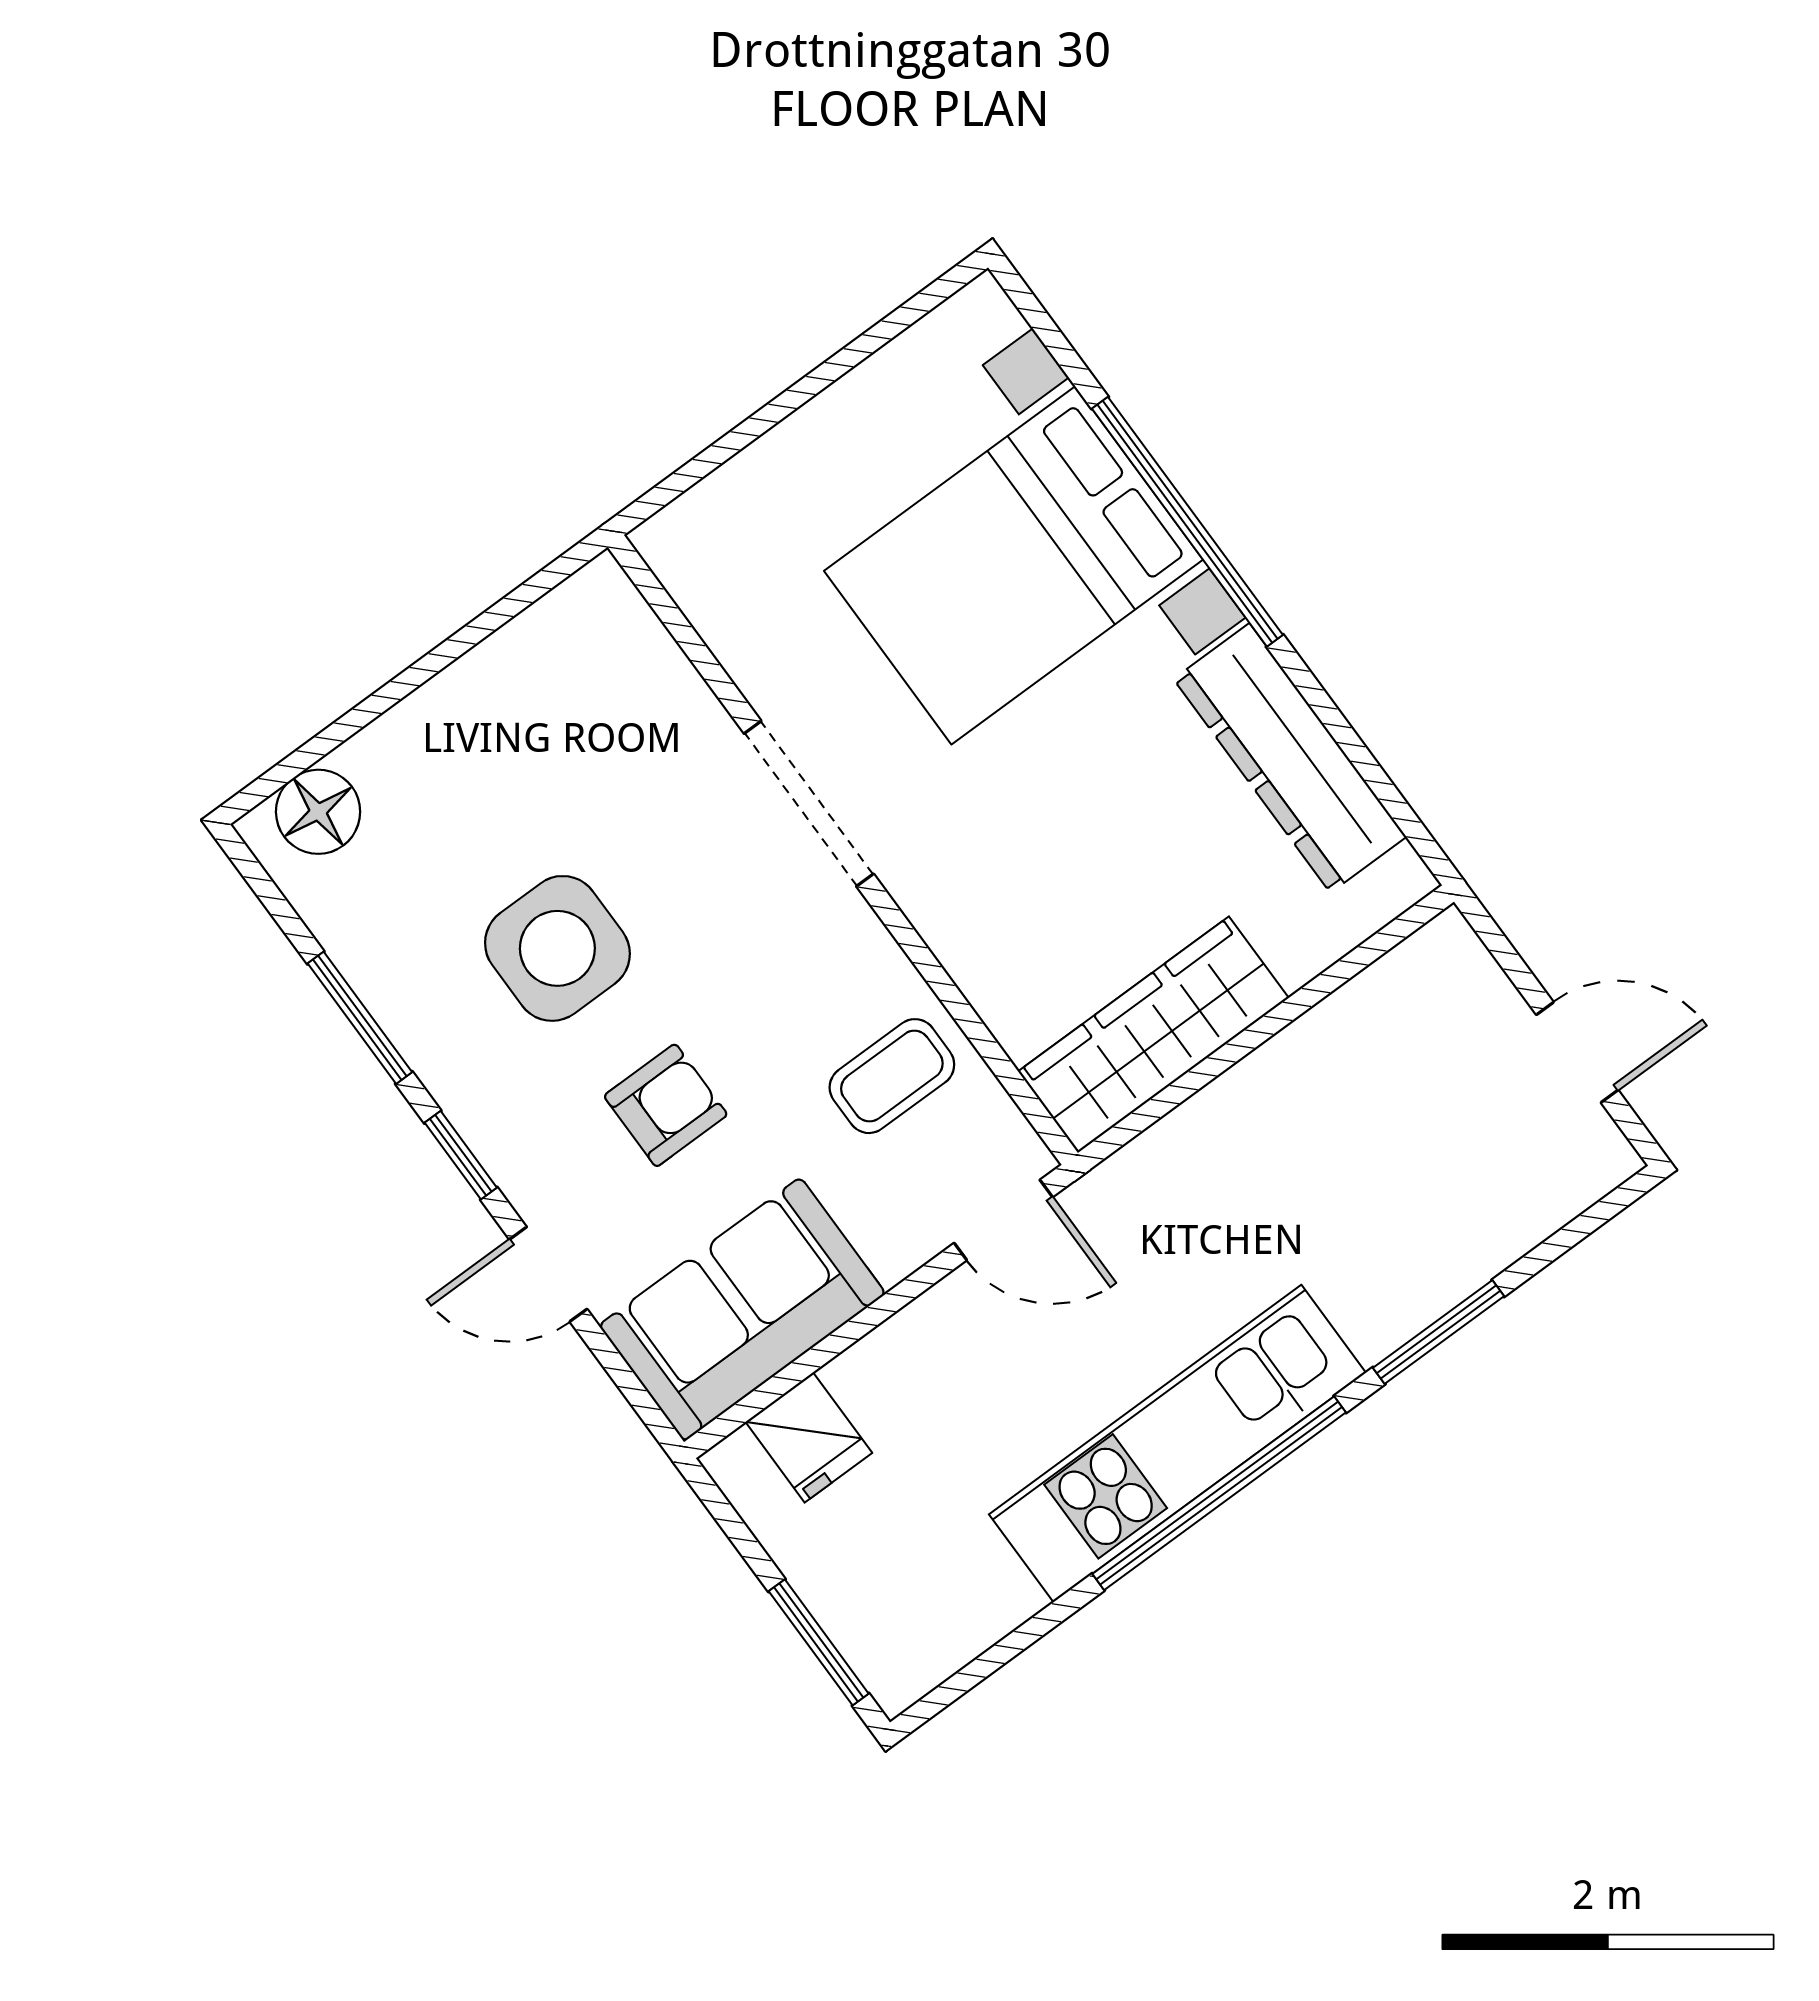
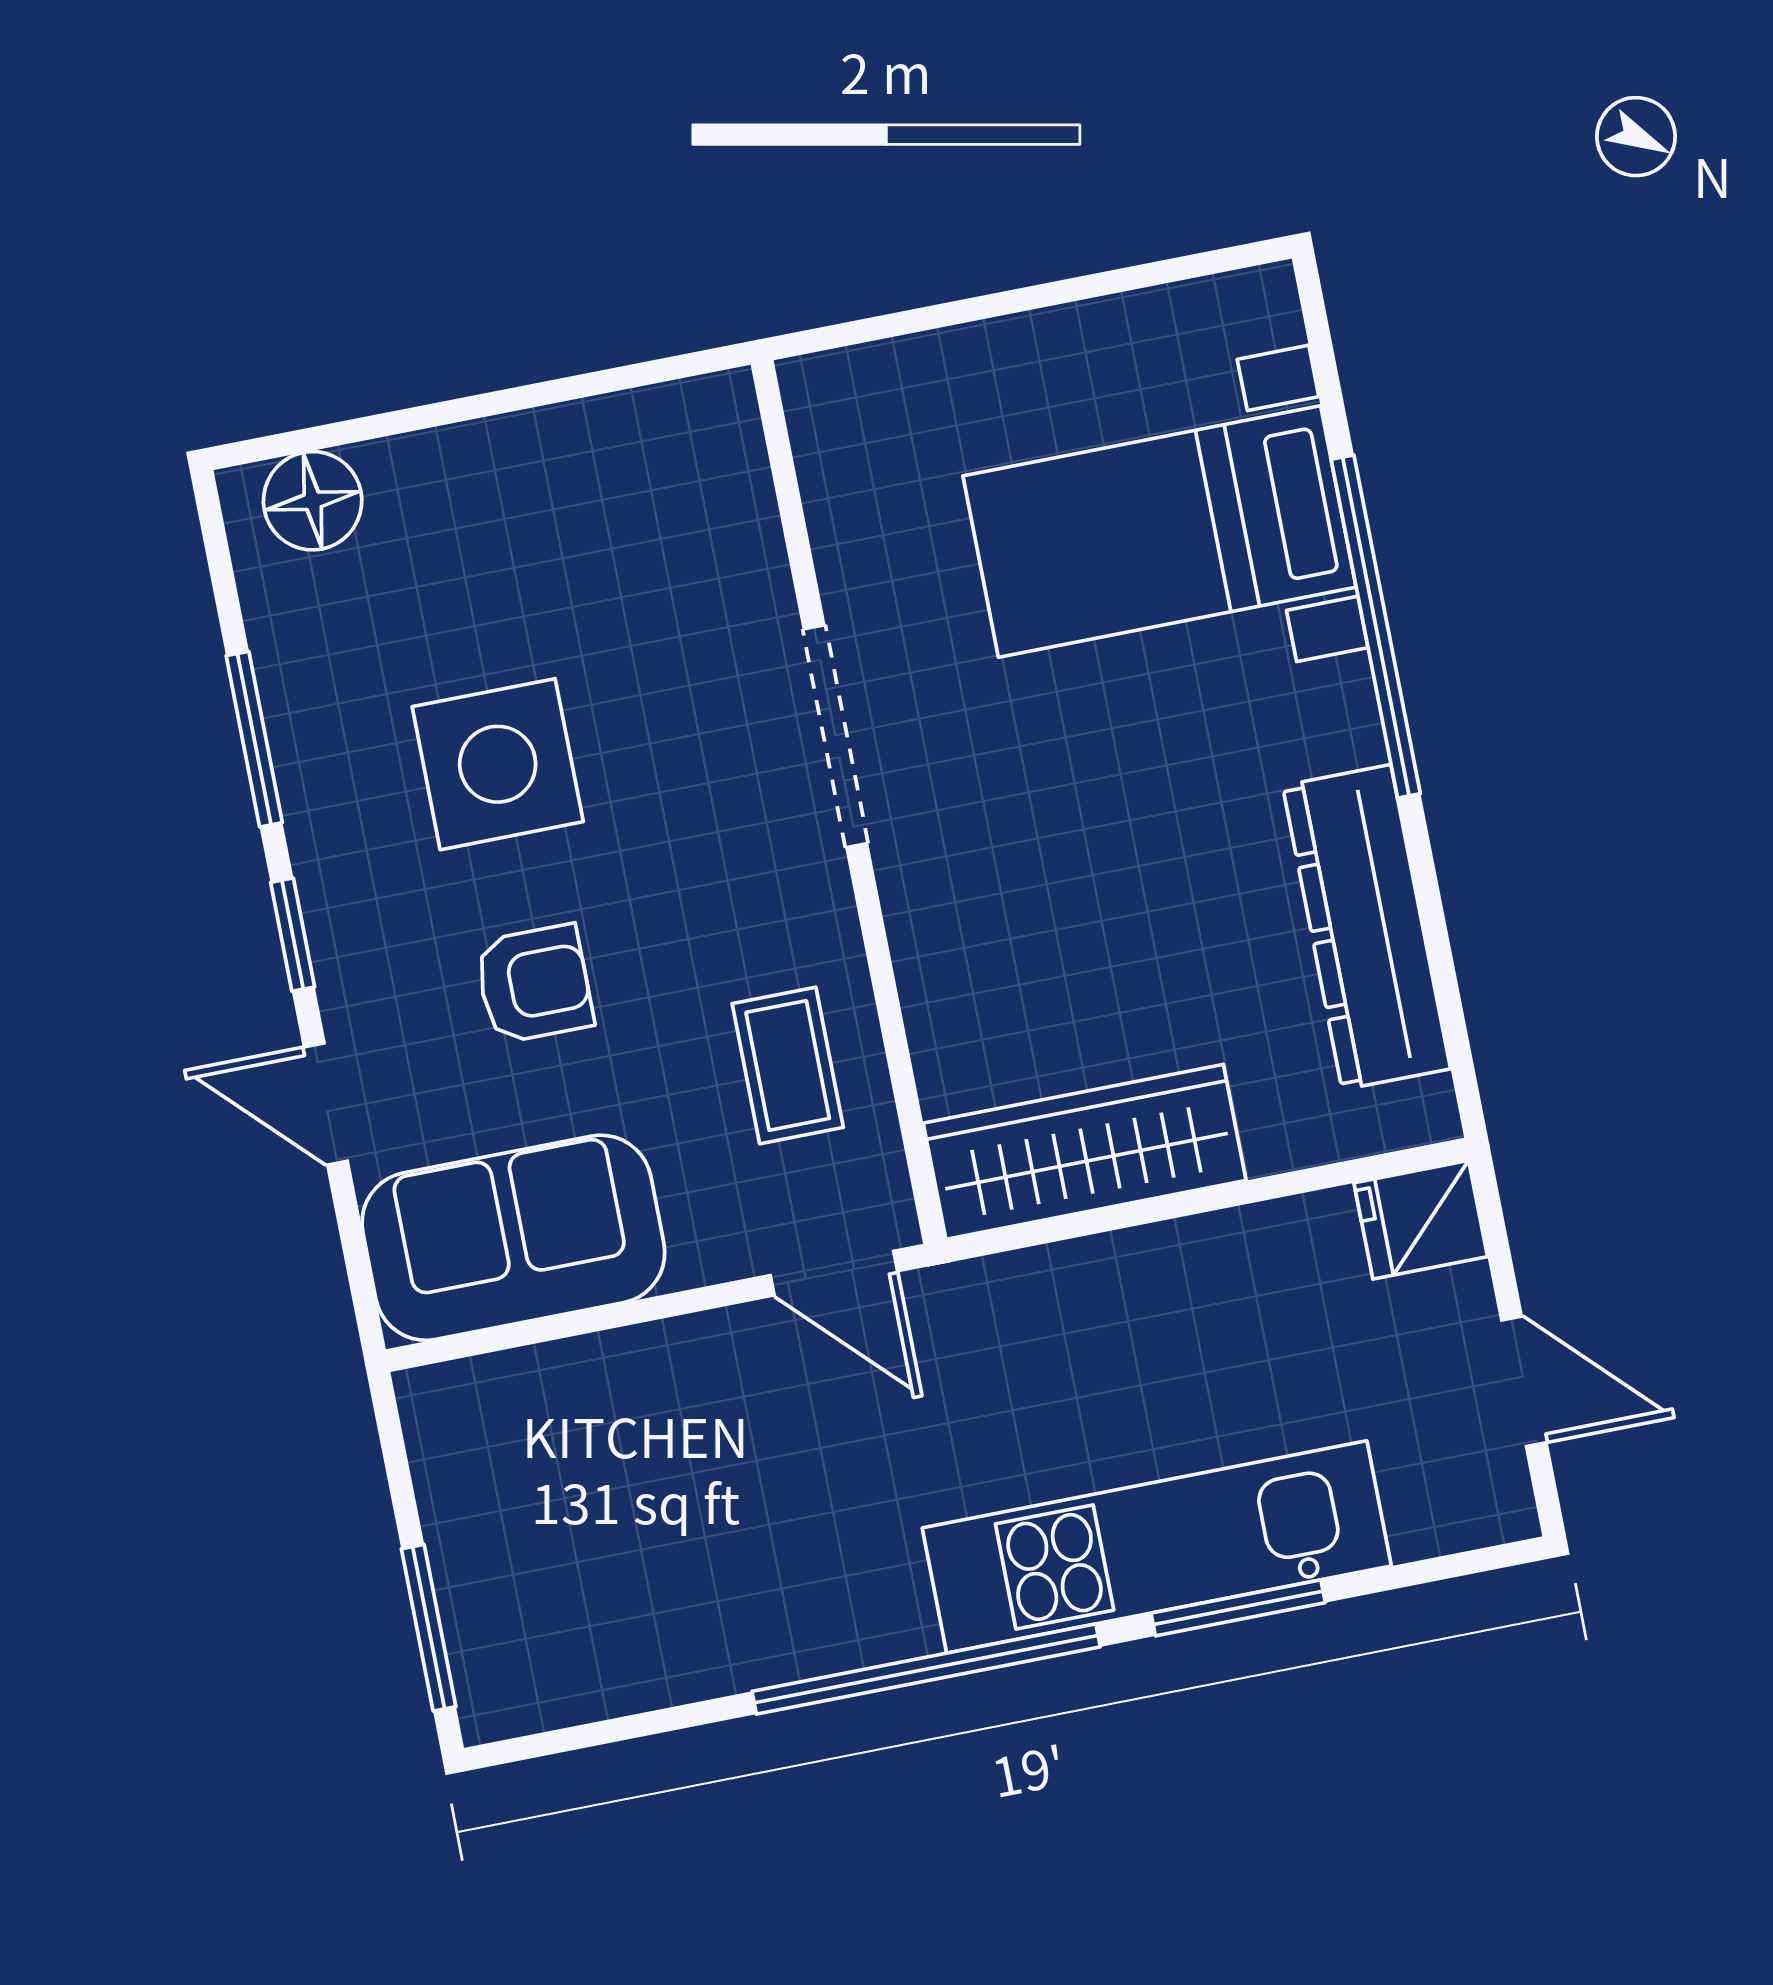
bed with nightstands: (1013, 565) -> (1160, 532), width x0.73
coffee table: (892, 1076) -> (788, 1065), turned 90
fridge: (809, 1437) -> (1421, 1220), moved, turned 90
kitchen unit: (1178, 1444) -> (1157, 1547), moved

